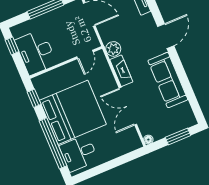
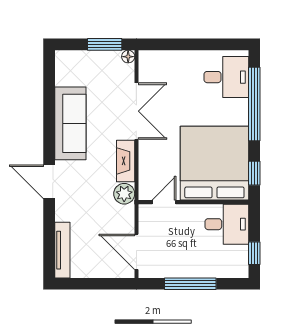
door: (166, 36) -> (49, 182), hinge flipped
desk: (36, 52) -> (227, 224), width x0.73
bed: (73, 112) -> (214, 163), moved, turned 90
window: (178, 136) -> (105, 44), moved

